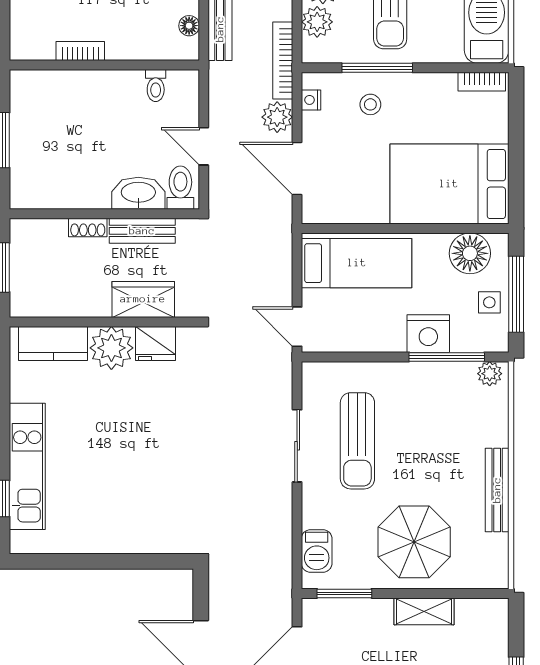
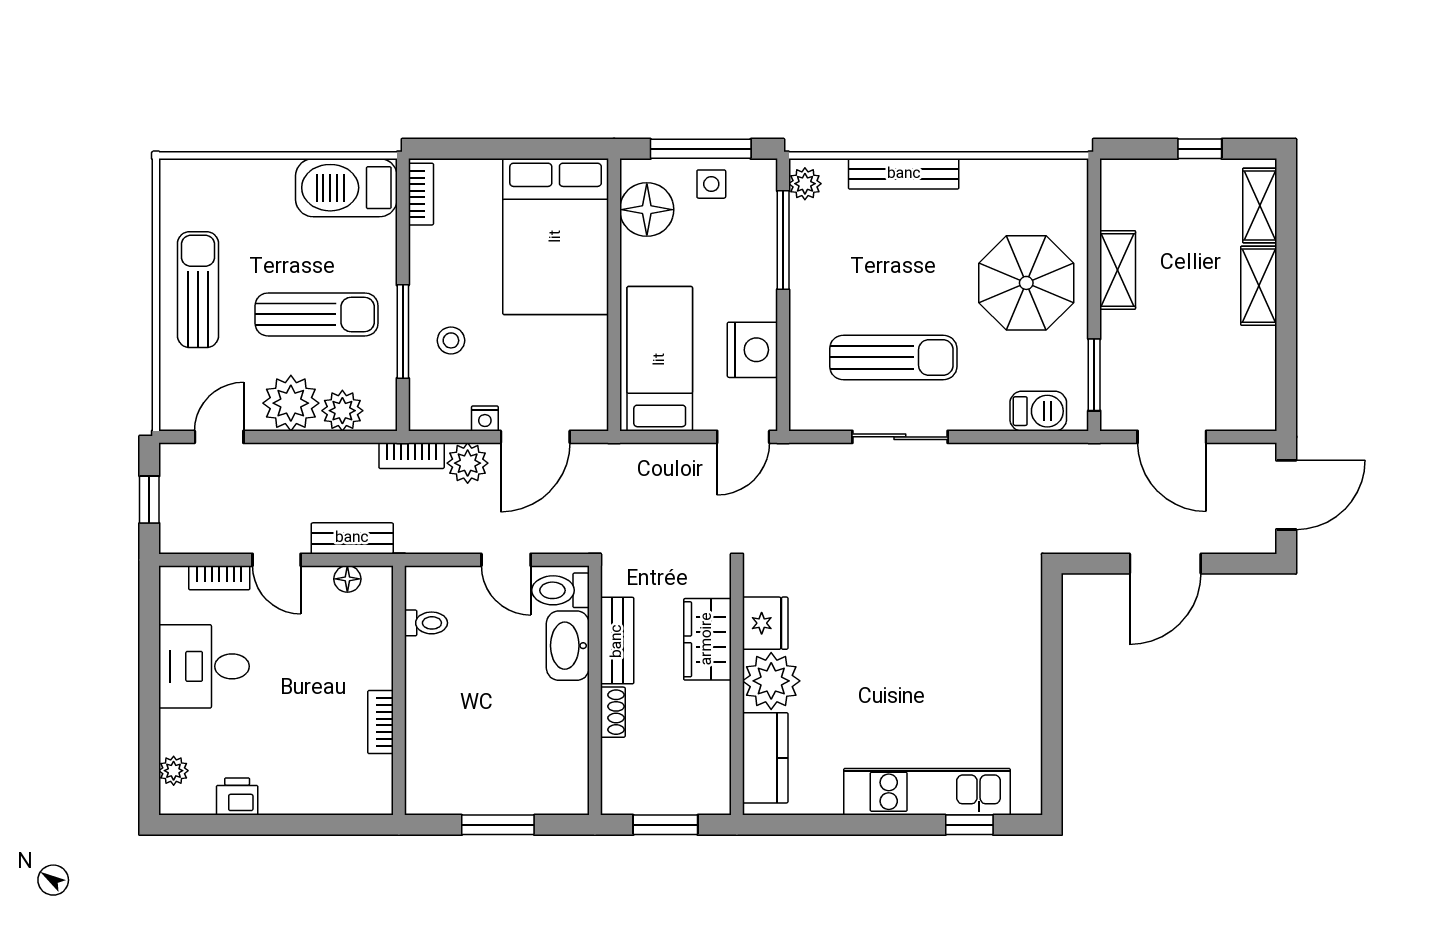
bookcase: (283, 61) -> (412, 456), width x0.64
nightstand: (311, 100) -> (485, 418), moved
door: (204, 146) -> (506, 560), hinge flipped
nightstand: (428, 334) -> (752, 350), moved
bench: (497, 490) -> (904, 174), moved

